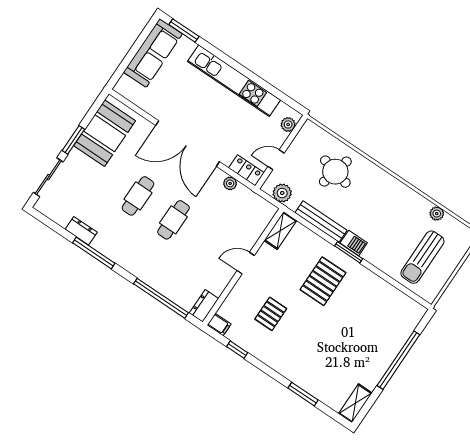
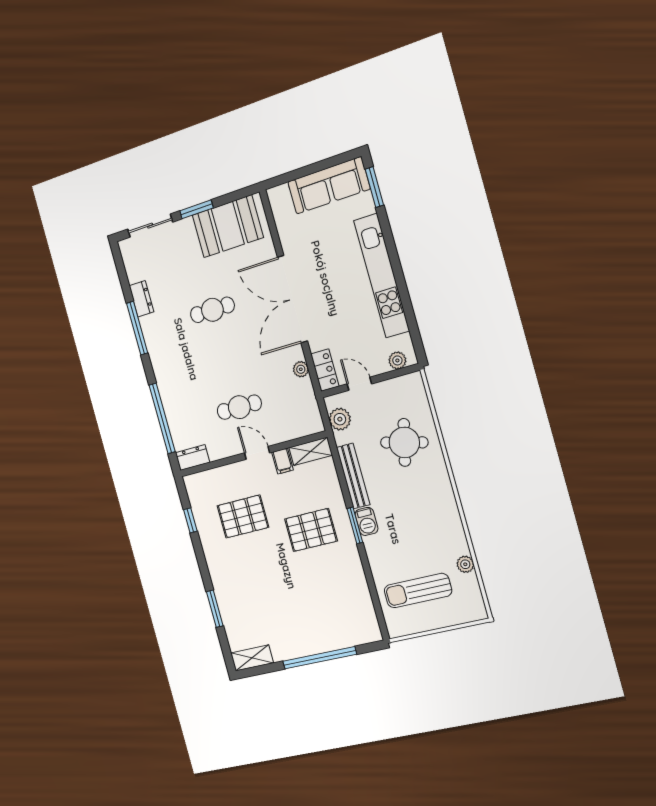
cafe table: (173, 220) -> (239, 407), moved
pallet: (271, 314) -> (243, 517), width x1.50, depth x1.42
filing cabinet: (219, 325) -> (283, 461), moved

